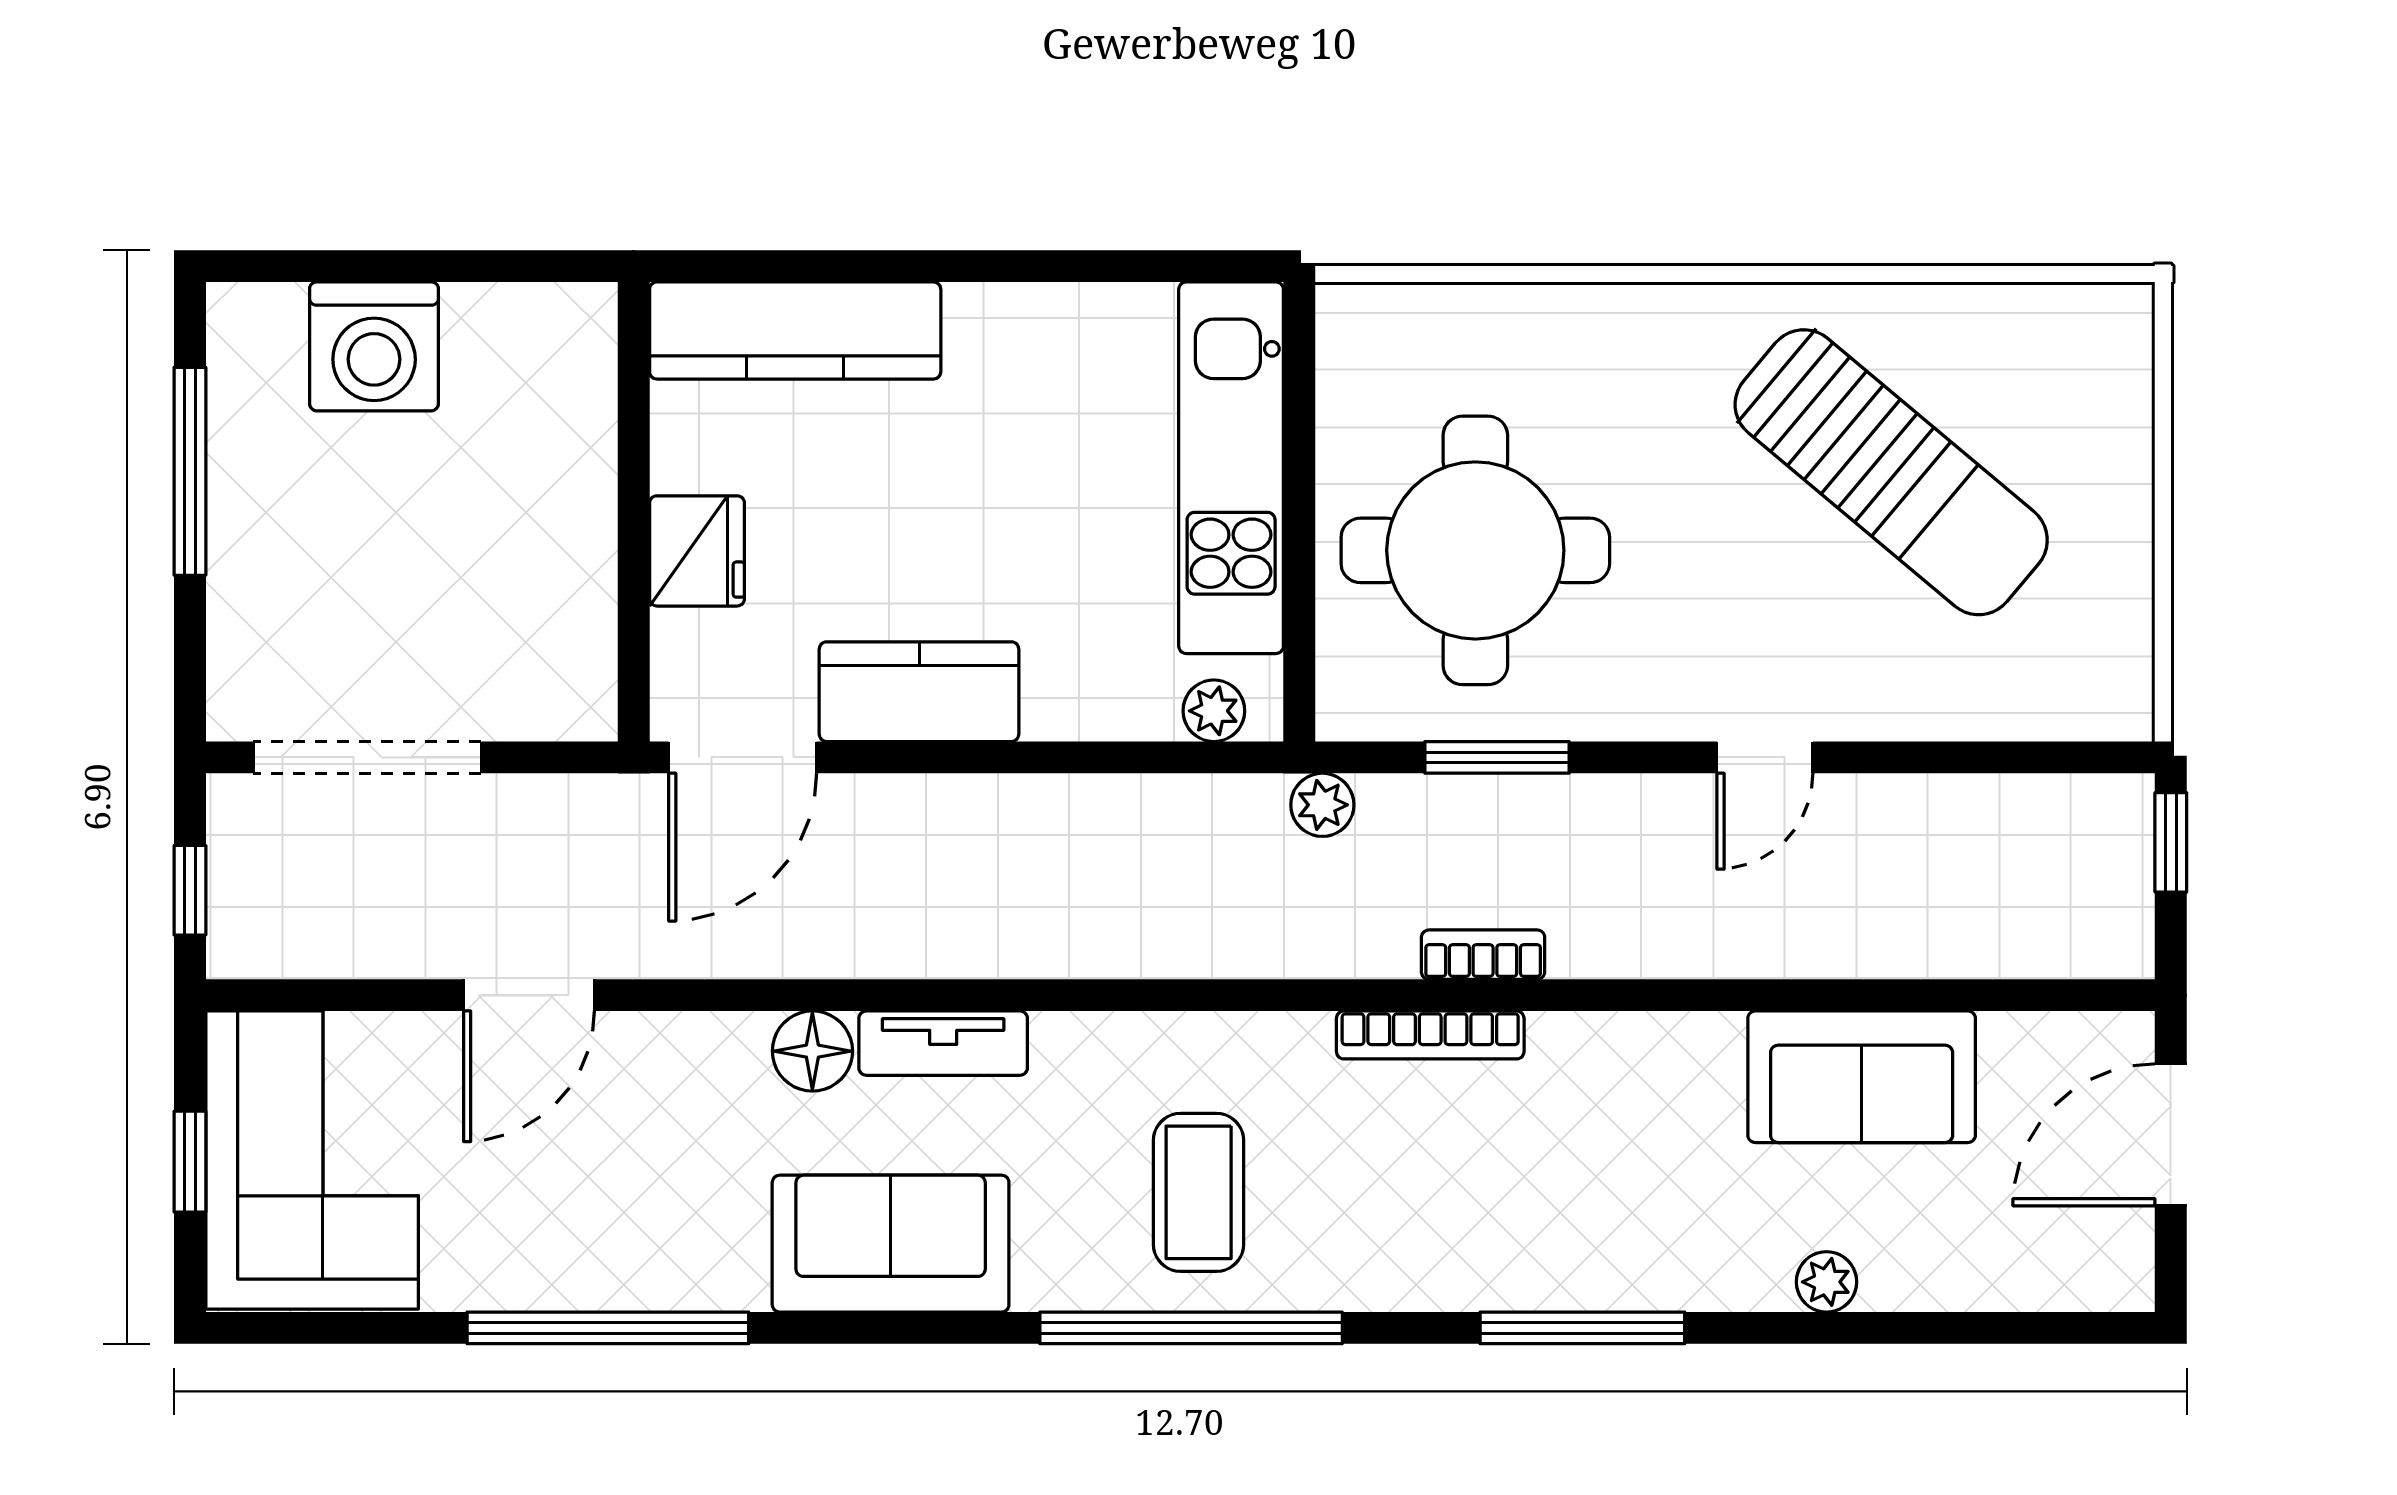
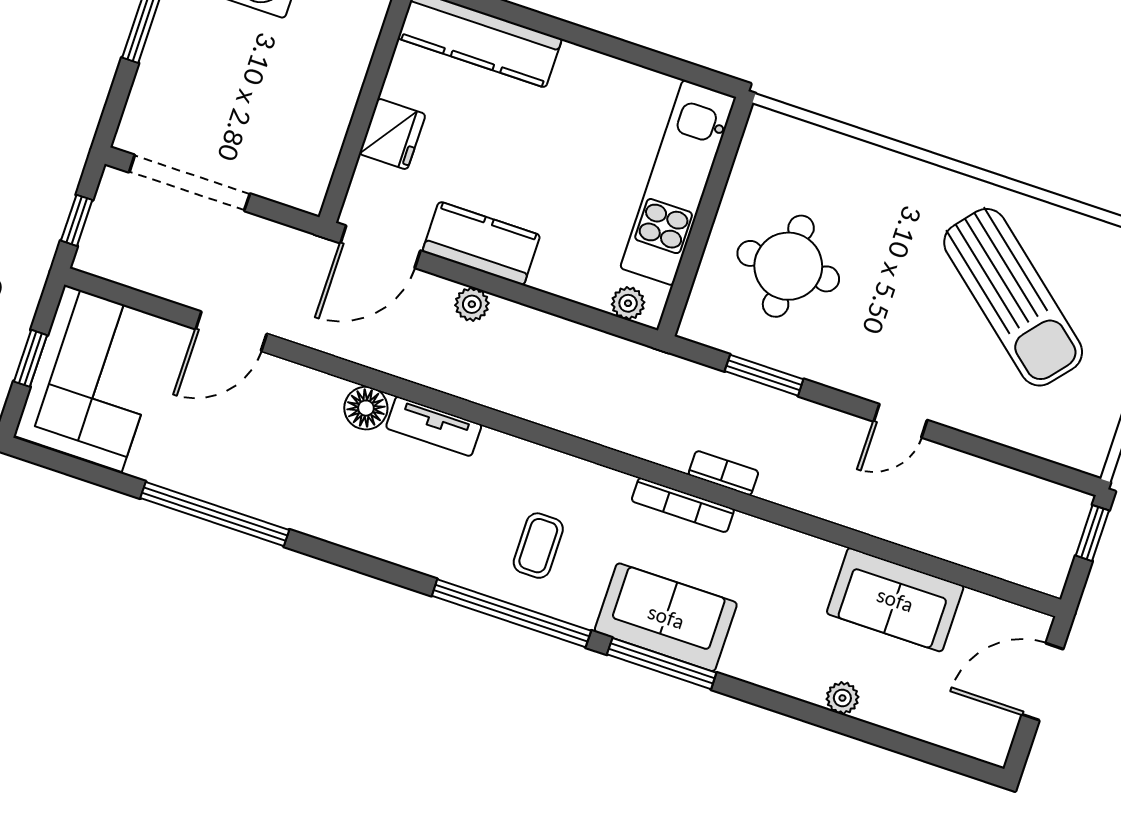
round table: (1475, 550) -> (788, 266), width x0.73, depth x0.73
plant: (1322, 805) -> (472, 304), moved
coffee table: (1199, 1192) -> (538, 546), width x0.73, depth x0.77
sofa: (891, 1244) -> (666, 617), moved
window: (1582, 1328) -> (662, 664), moved

